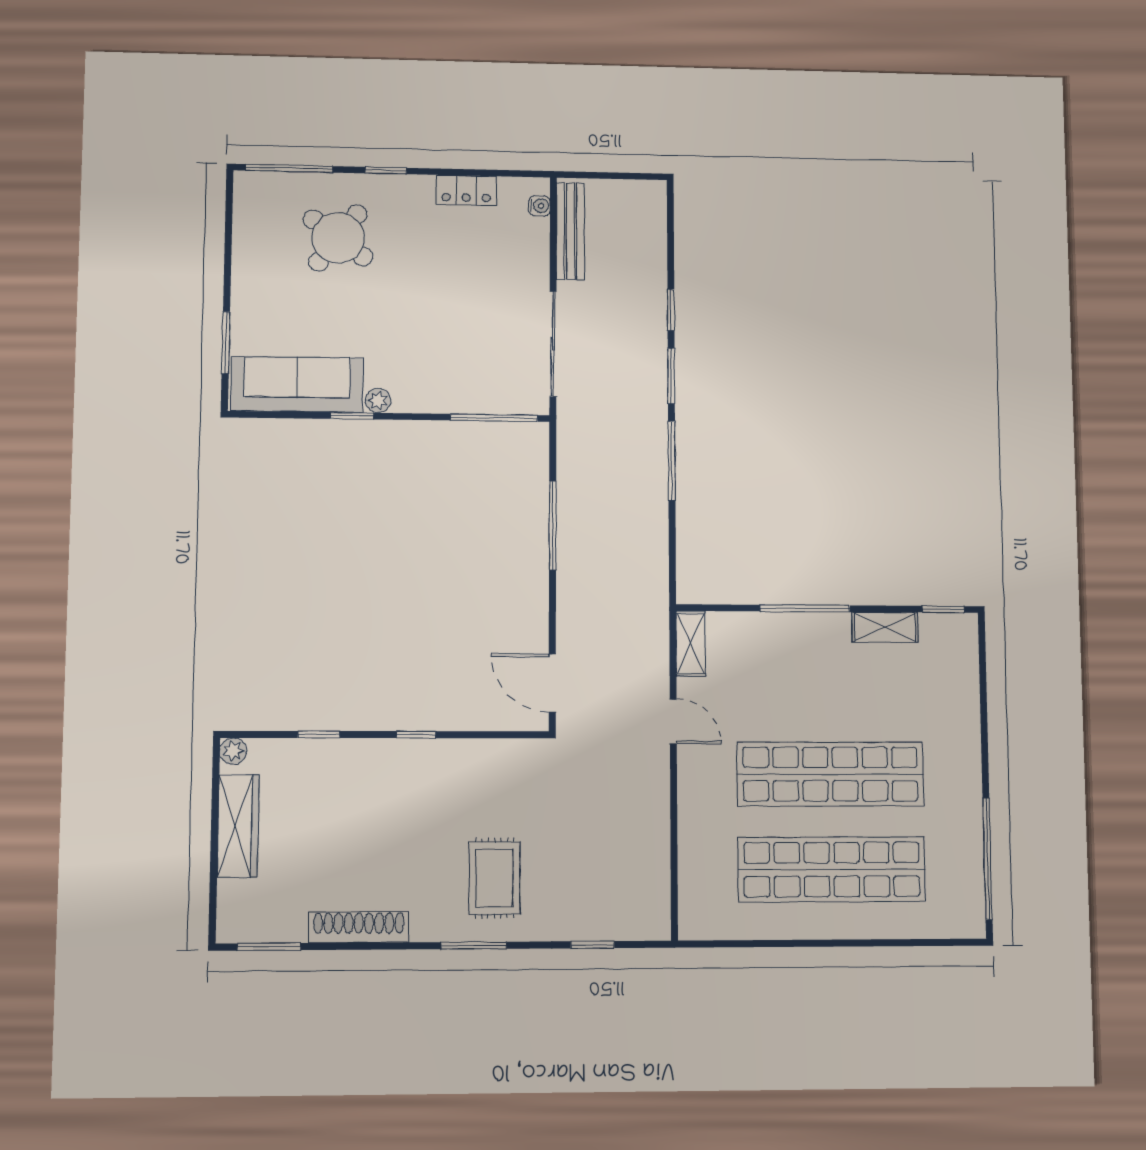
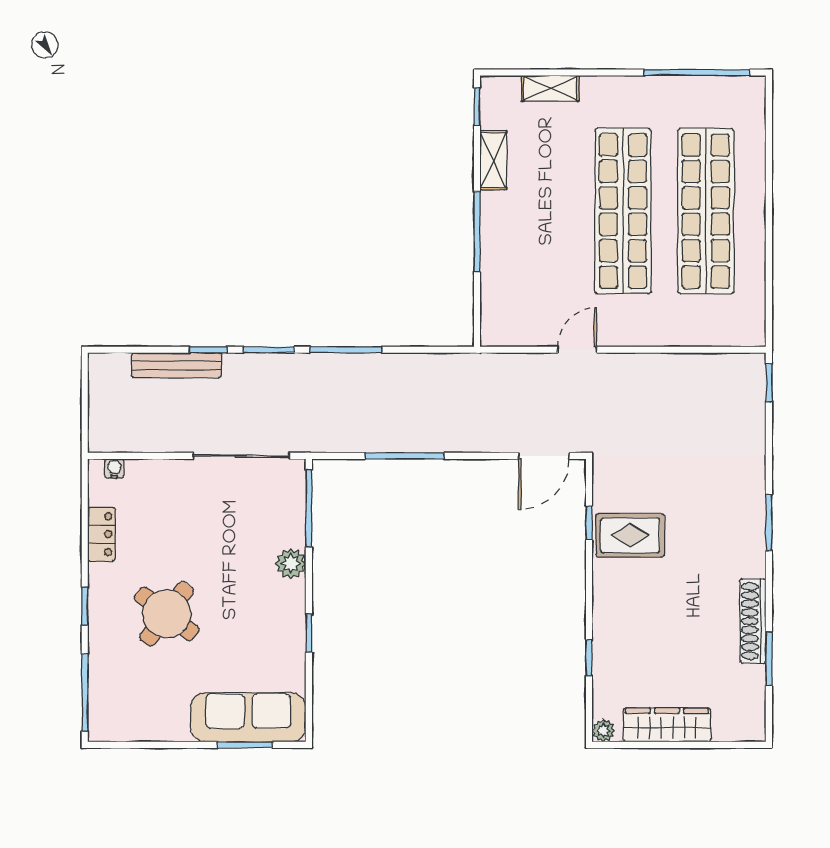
bench: (570, 231) -> (177, 365), moved
round table: (338, 238) -> (167, 614), moved
sofa: (297, 384) -> (248, 717), moved, turned 90
plant: (378, 401) -> (291, 564), moved, width x1.38, depth x1.38
shelving: (691, 643) -> (550, 88), moved
window: (416, 735) -> (589, 523), moved
rug: (494, 878) -> (630, 535), moved
window: (592, 945) -> (769, 383), moved
window: (269, 947) -> (769, 659), moved

